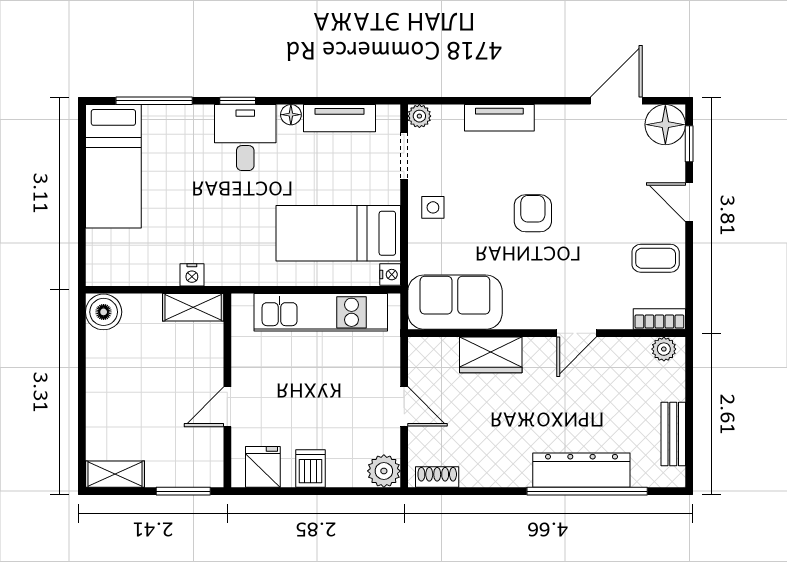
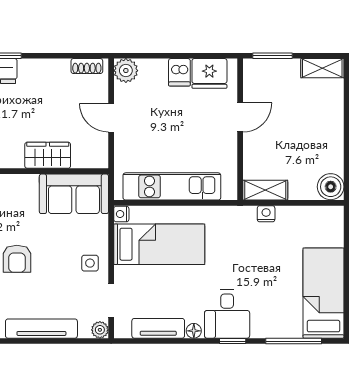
tv unit: (499, 118) -> (41, 329), width x1.41
fridge: (263, 467) -> (209, 73), width x1.38

